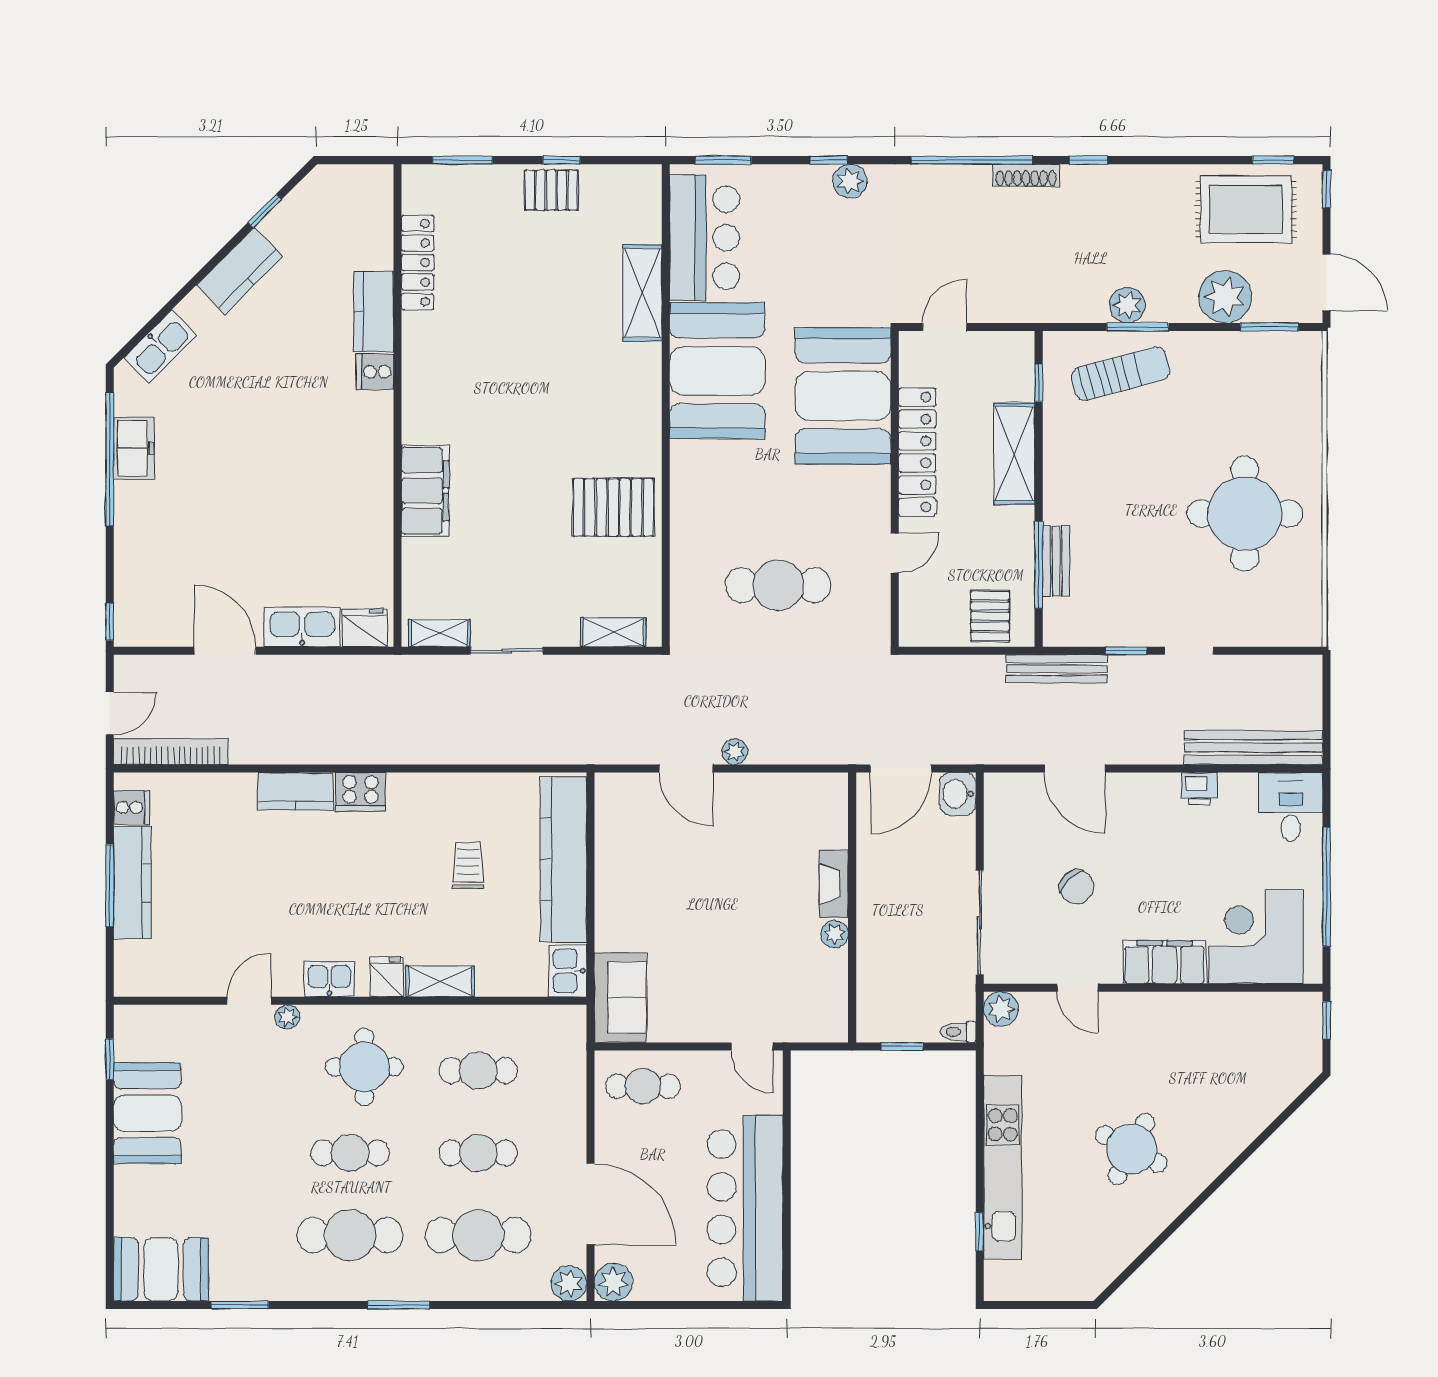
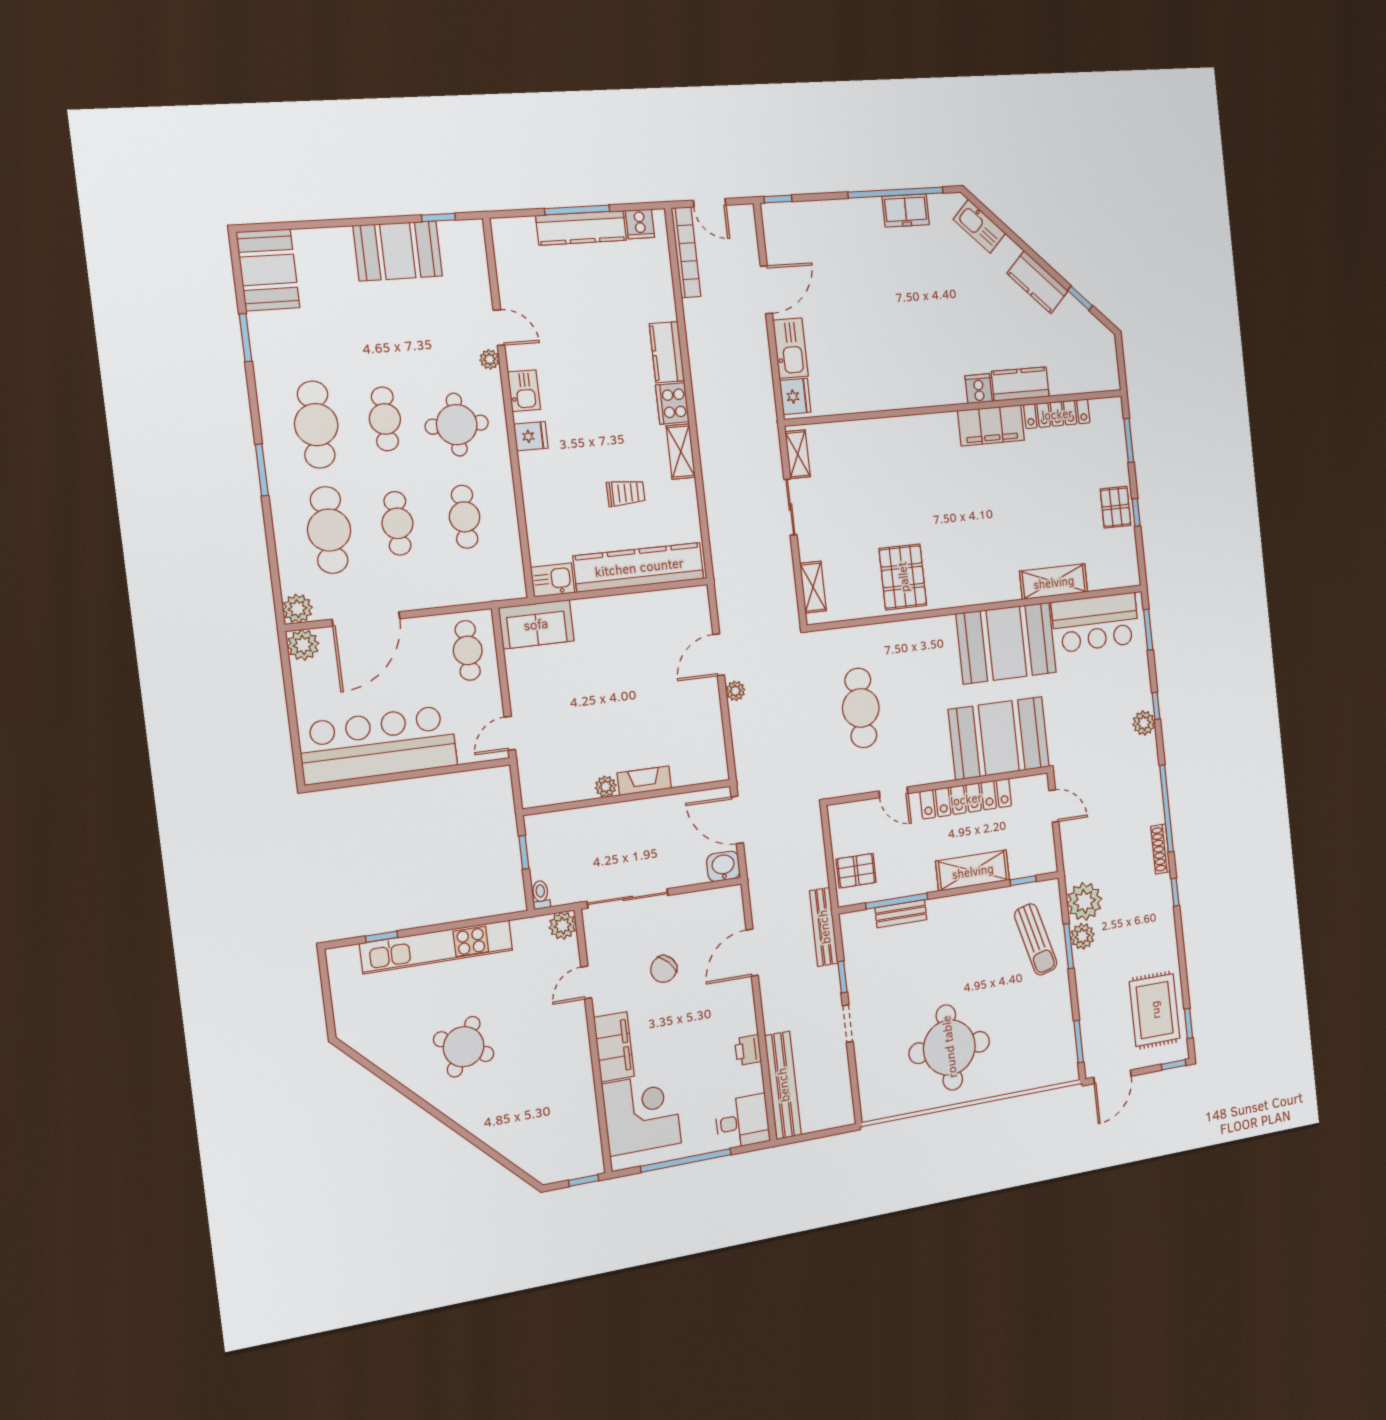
plant: (1225, 297) -> (1084, 901), moved
filing cabinet: (425, 491) -> (991, 425), moved
shelving: (440, 981) -> (681, 452), moved

